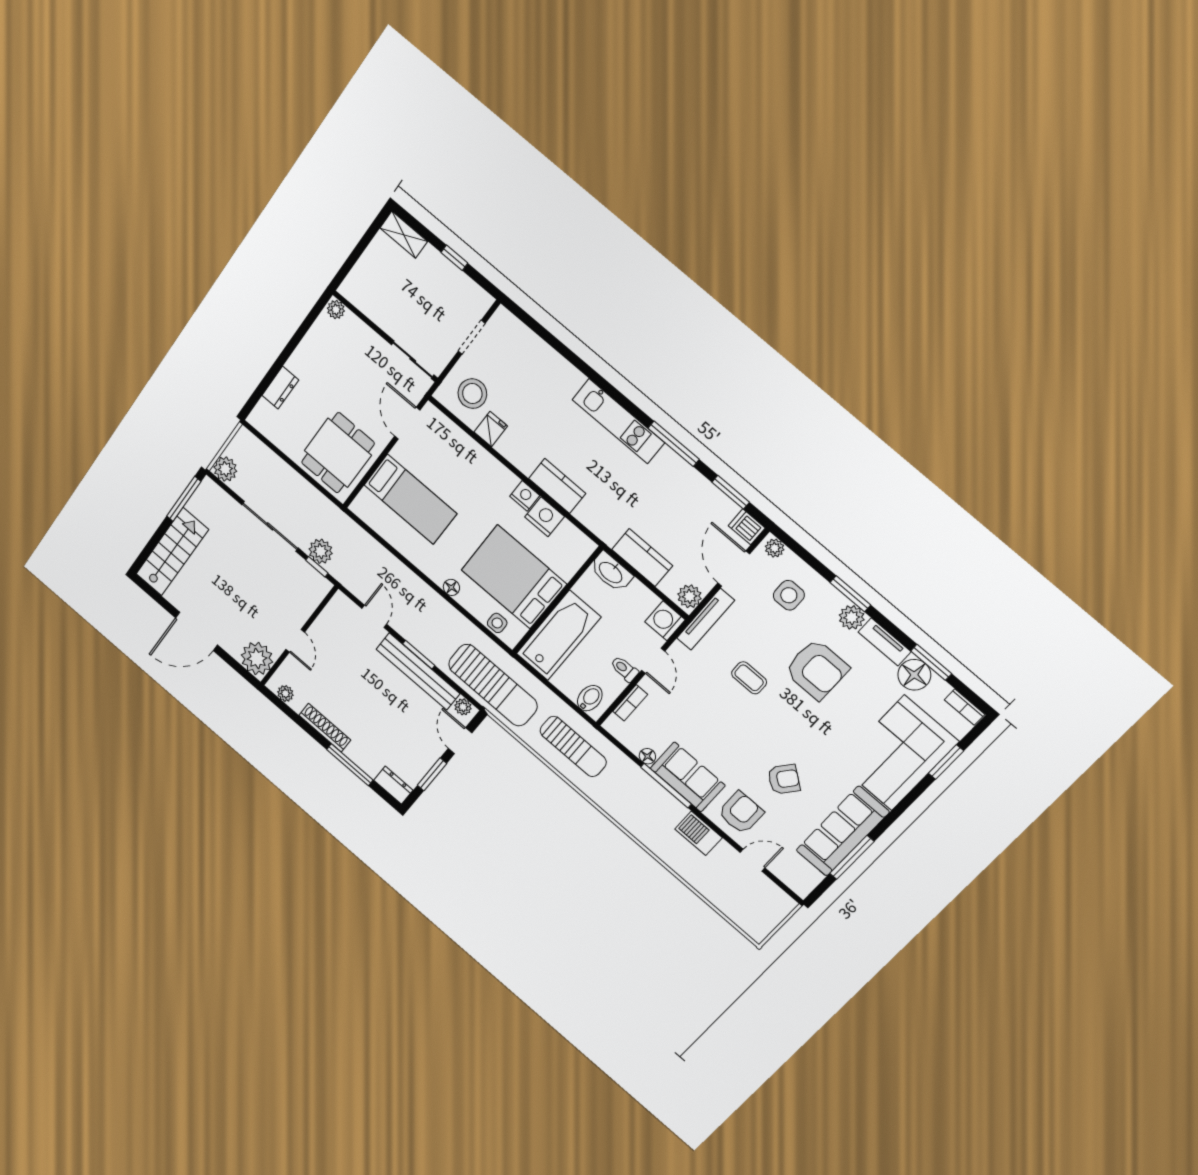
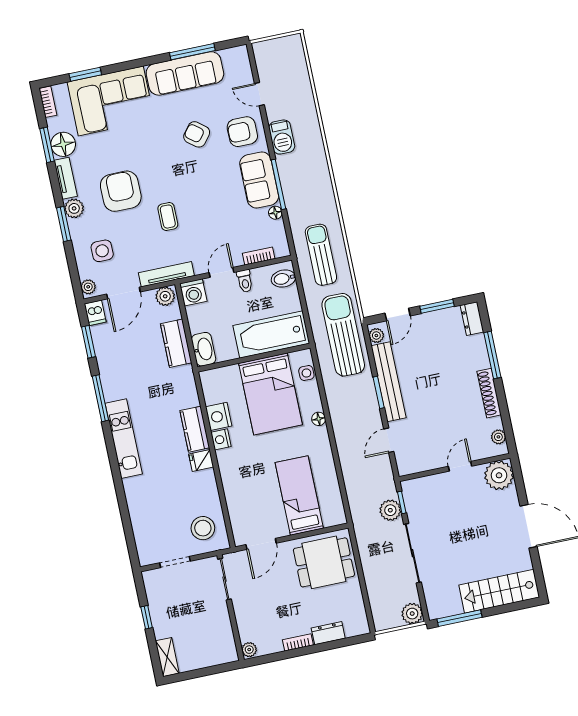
bookcase: (299, 355) -> (298, 642), added
fridge: (491, 429) -> (201, 460), moved

